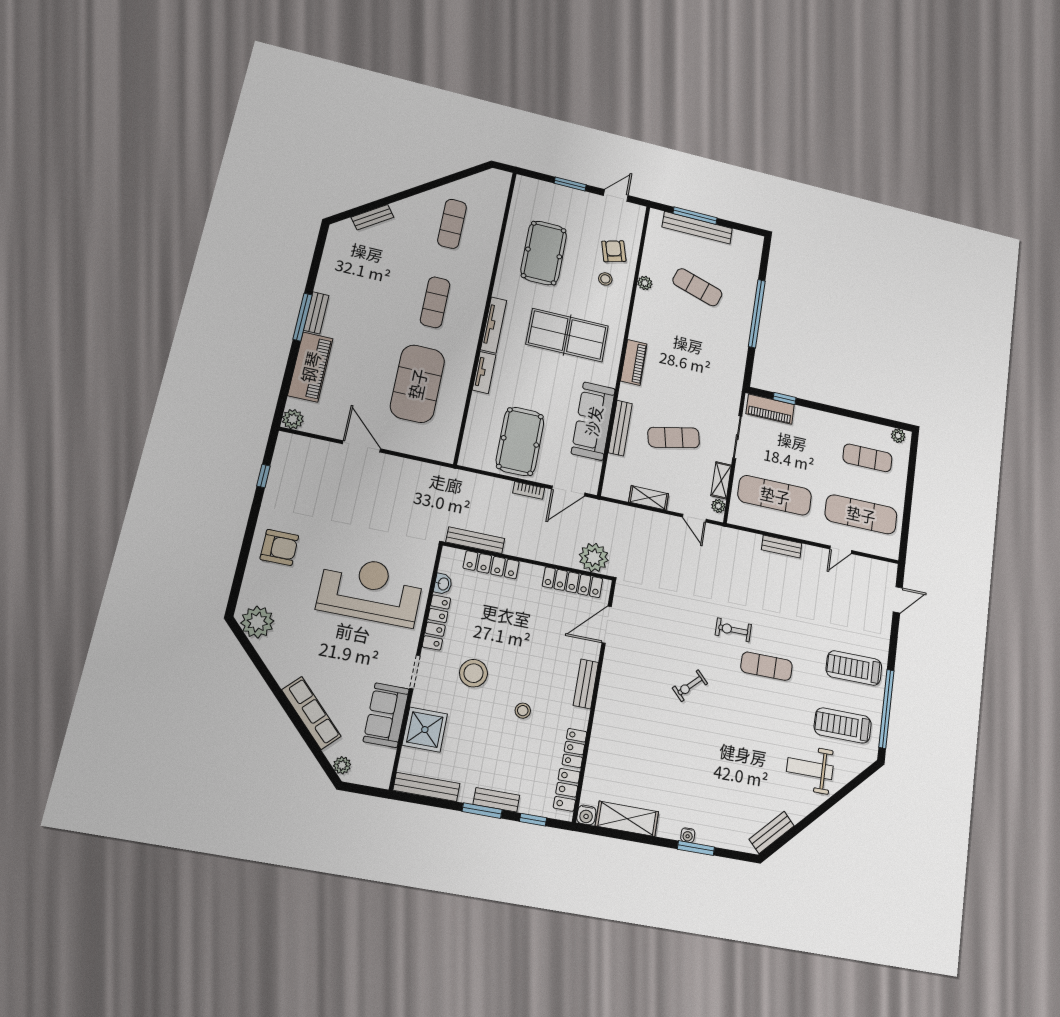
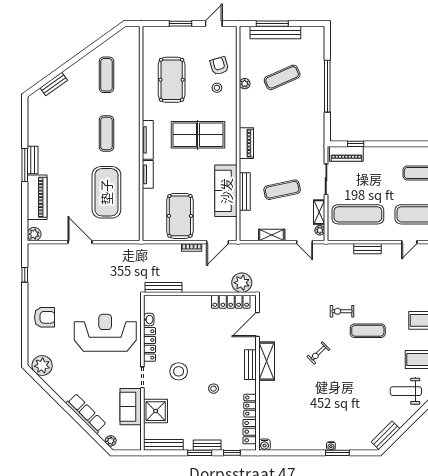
exercise mat: (697, 287) -> (282, 77), turned -42
locker: (491, 565) -> (177, 301), removed
shelving: (627, 819) -> (267, 361), moved, turned 90

